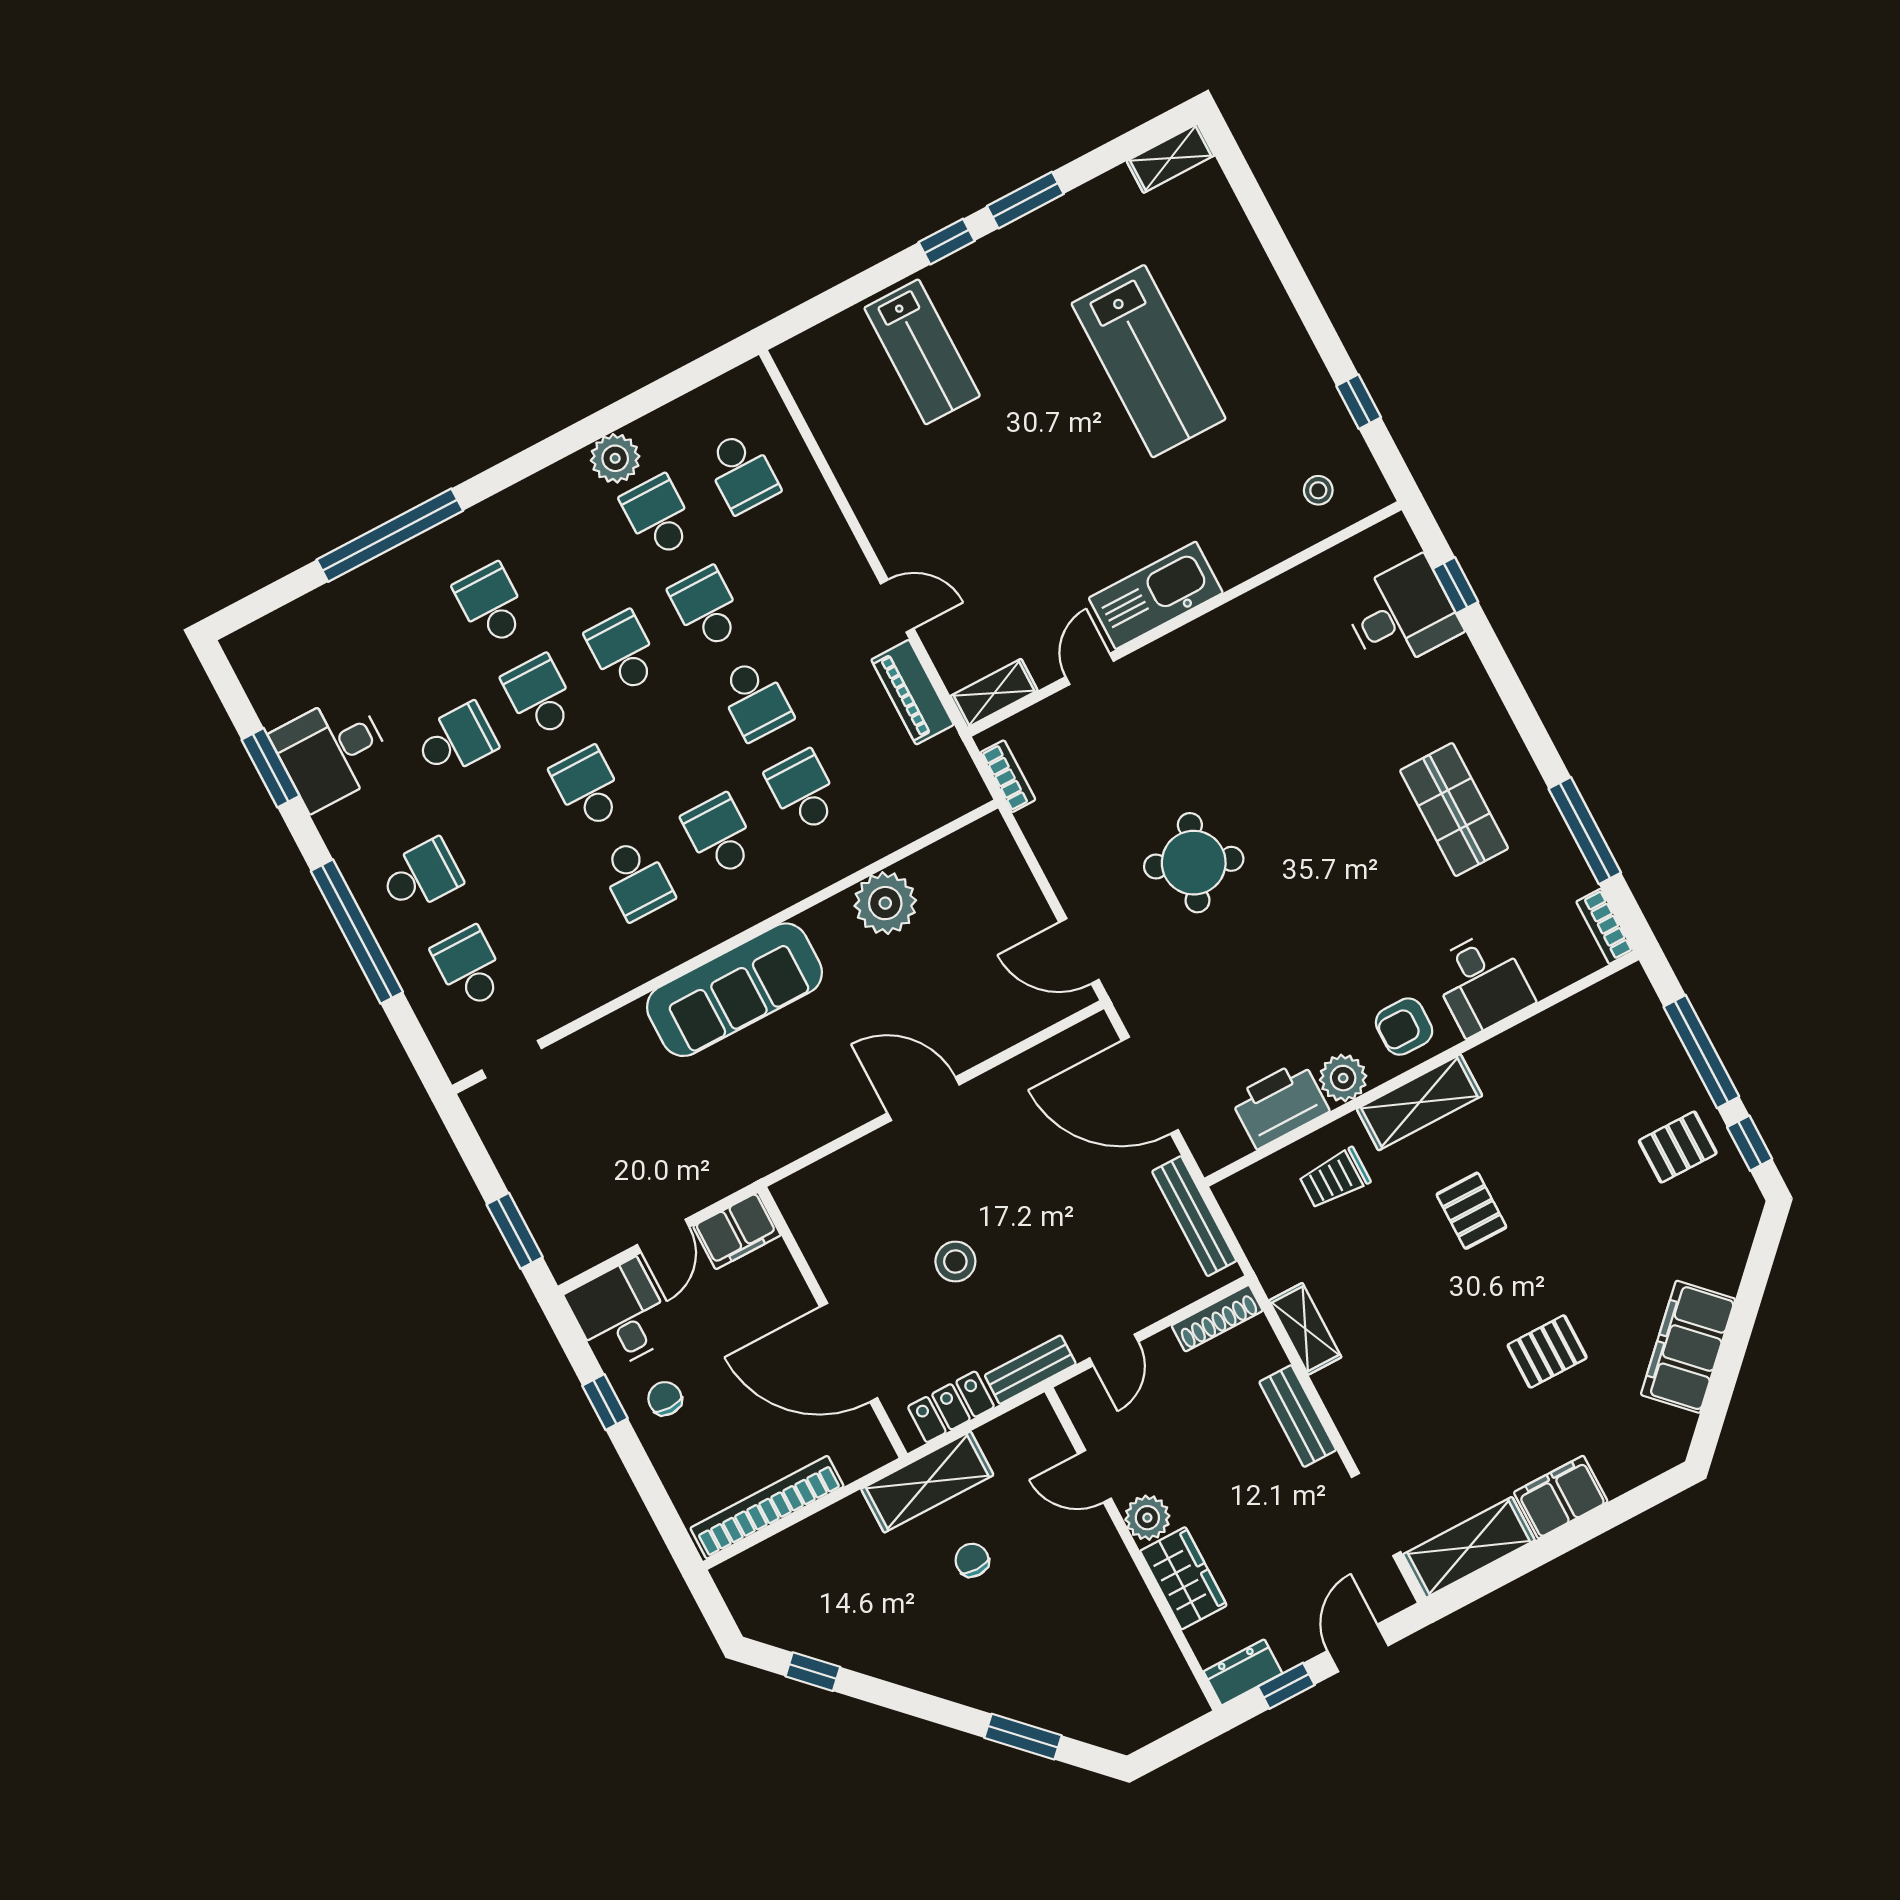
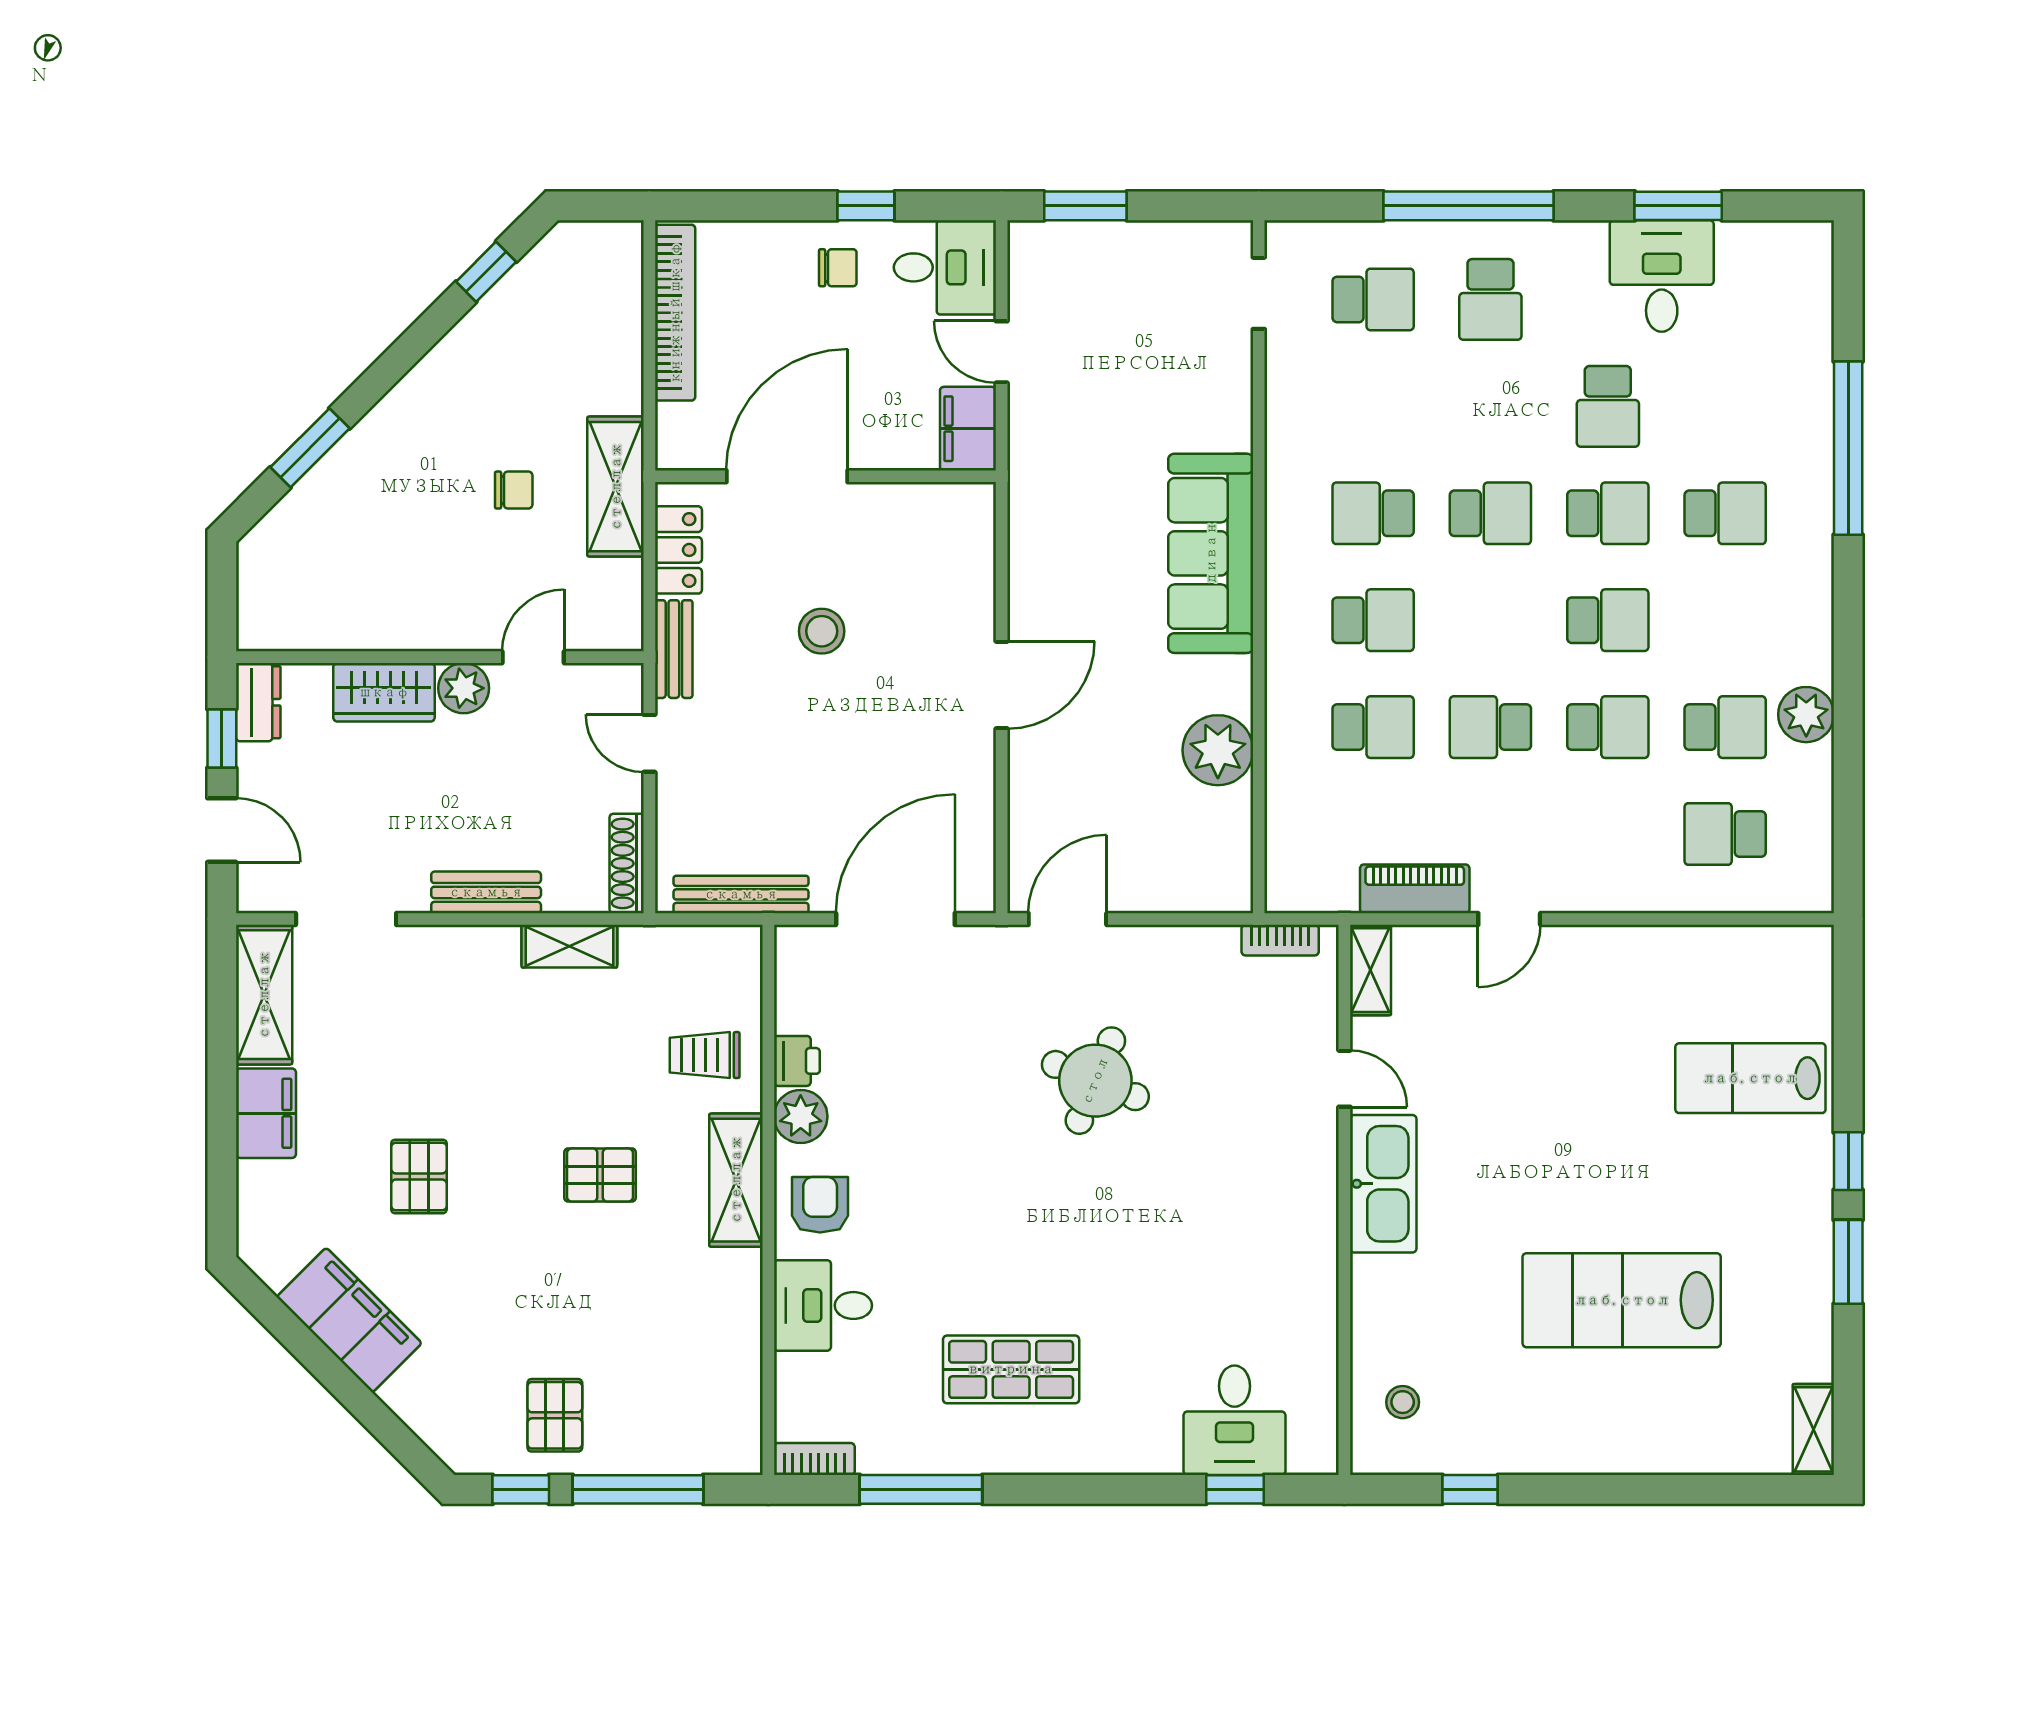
printer: (1280, 1104) -> (797, 1061), width x0.53, depth x0.68
trolley: (1335, 1178) -> (705, 1055), turned -90

